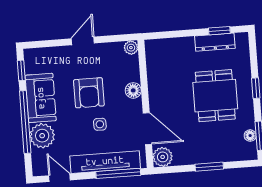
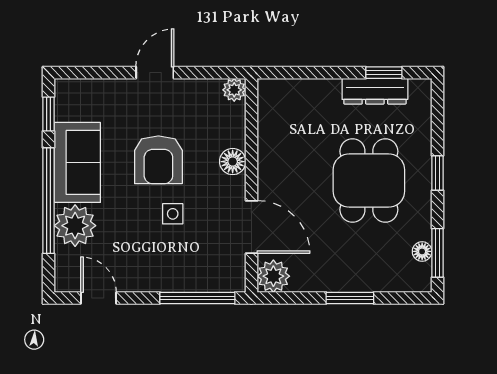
tv unit: (105, 162) -> (177, 278), removed

